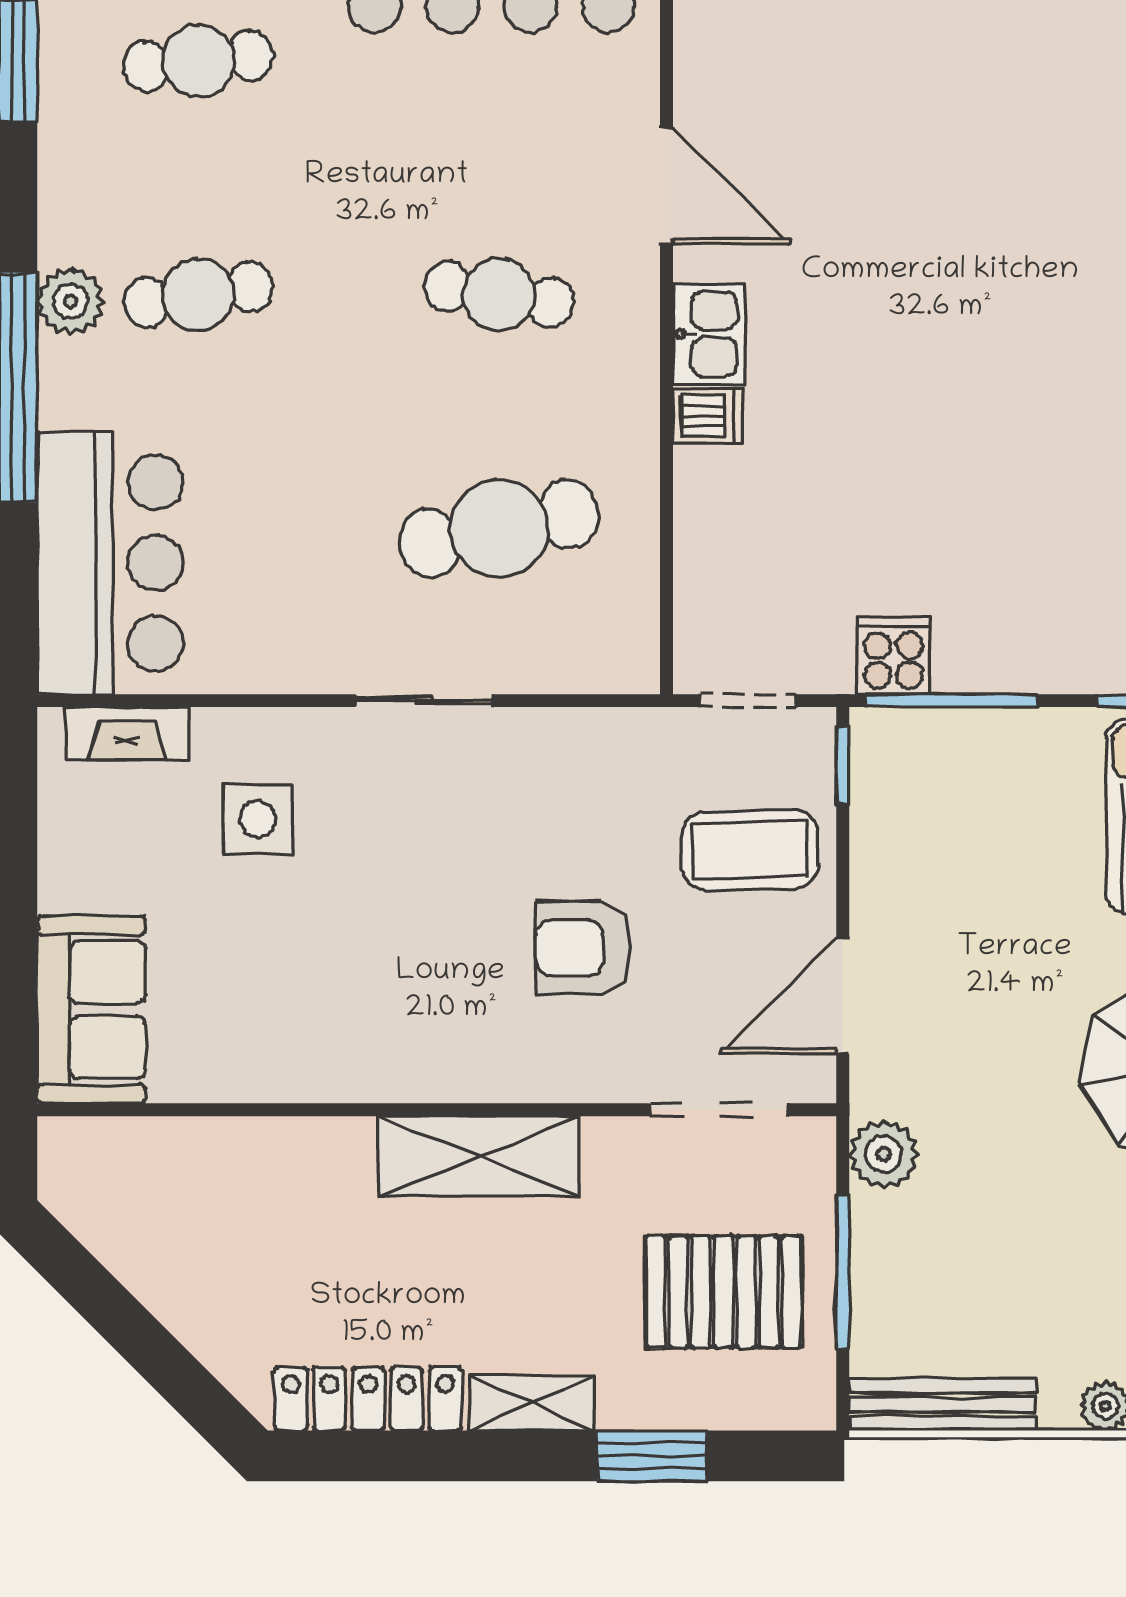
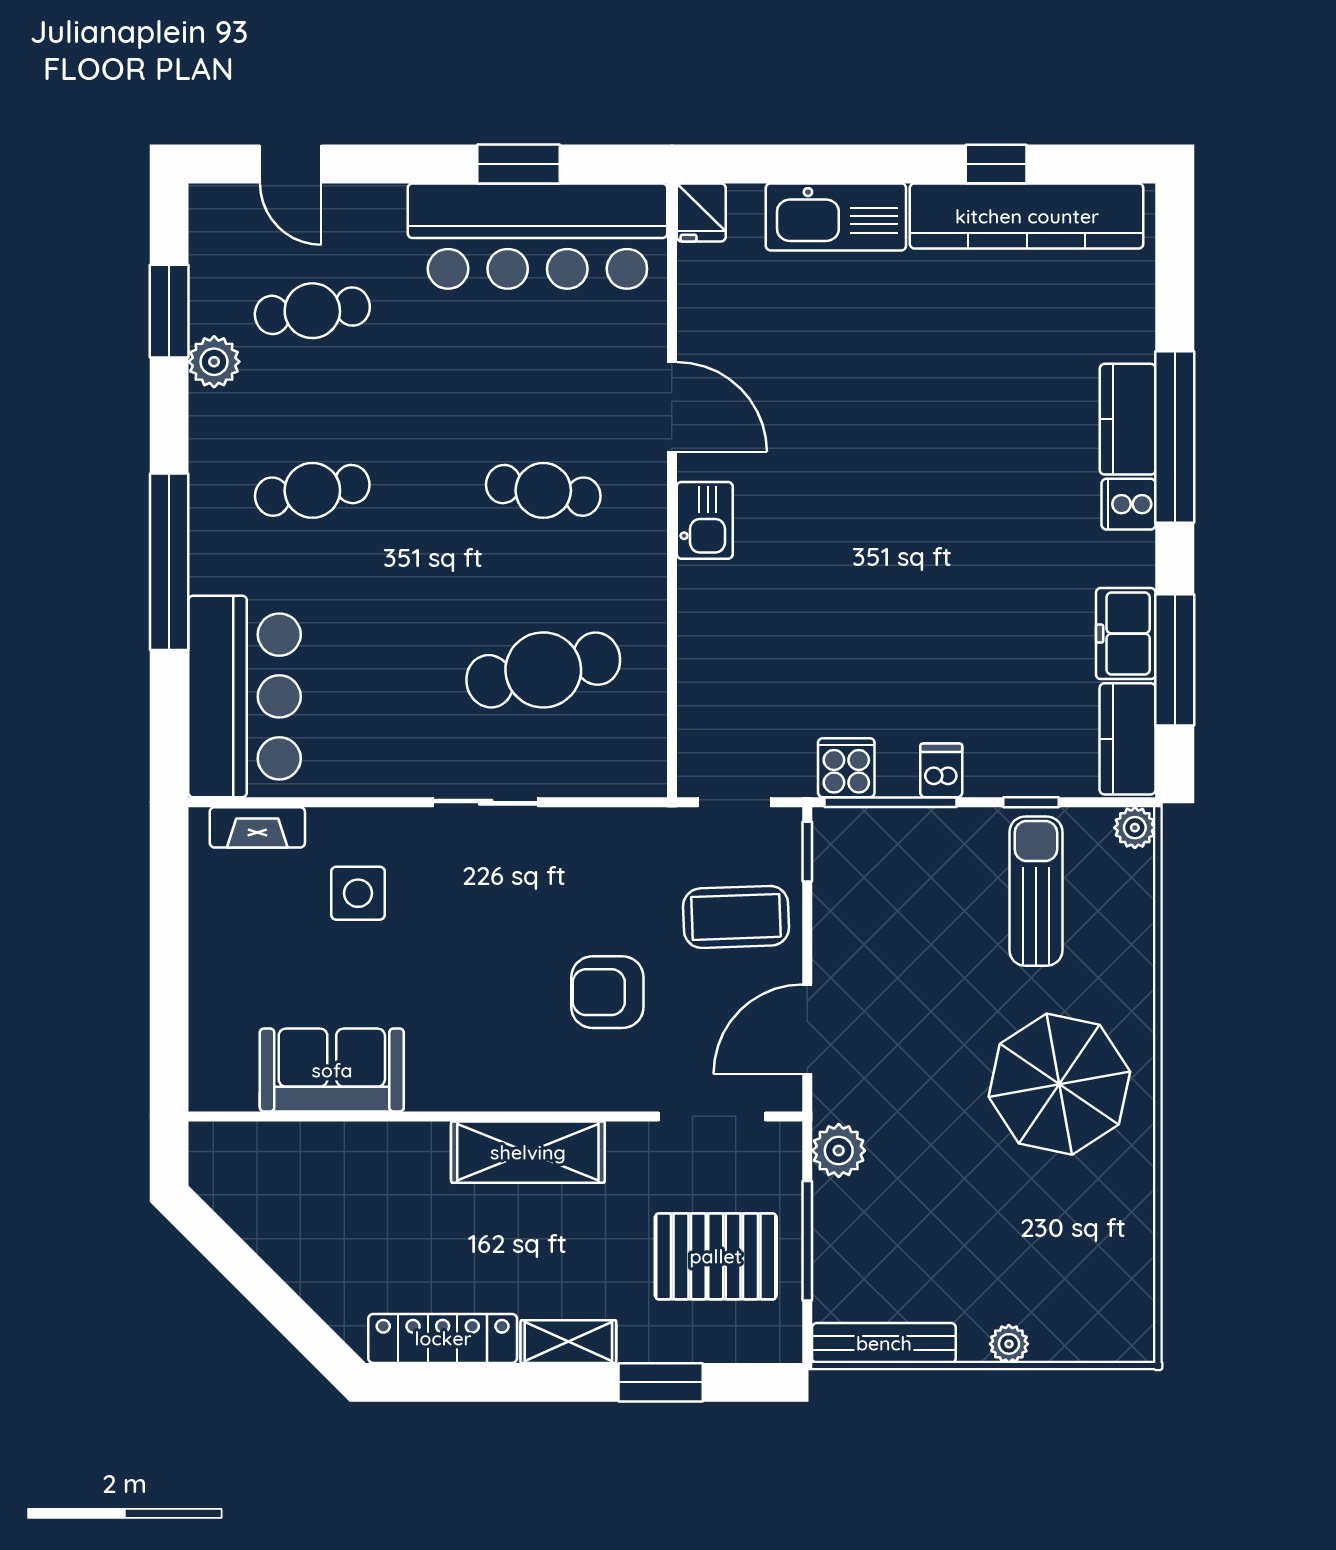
plant: (70, 301) -> (214, 362), moved
dishwasher: (708, 416) -> (941, 770), moved, turned -90
sofa: (91, 1010) -> (332, 1070), moved, turned -90

